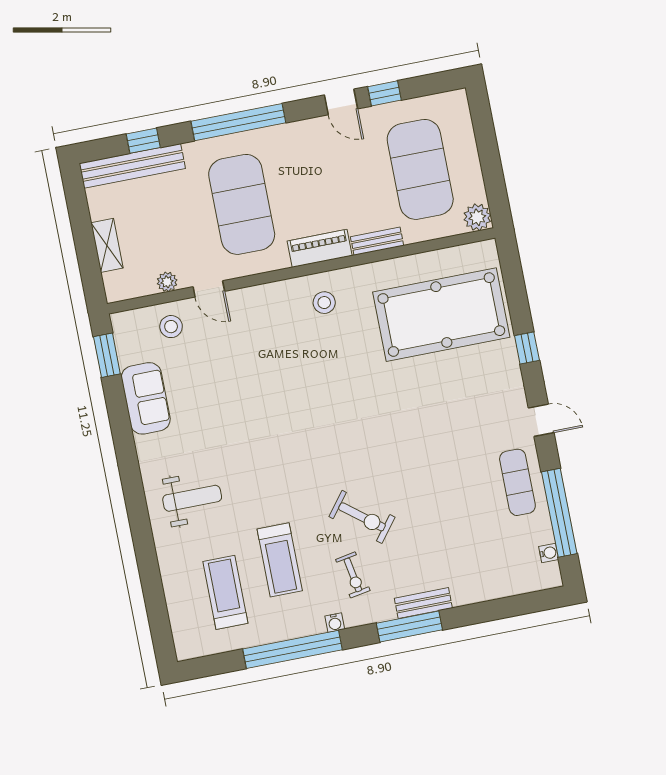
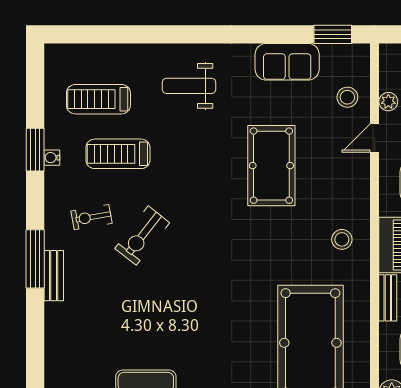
pool table: (260, 393) -> (271, 166), added
weight bench: (192, 498) -> (189, 86), turned 90
treadmill: (225, 592) -> (98, 99), turned 180
water cooler: (335, 623) -> (52, 158), moved
window: (293, 649) -> (35, 150), width x0.47

